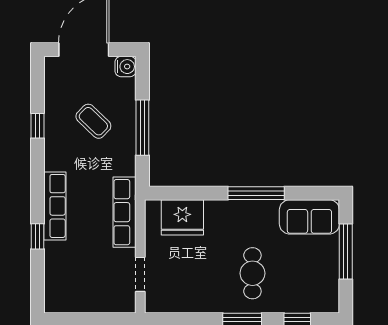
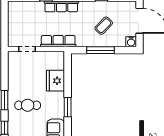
window: (256, 193) -> (68, 107), width x0.69
fridge: (182, 217) -> (56, 81), moved

